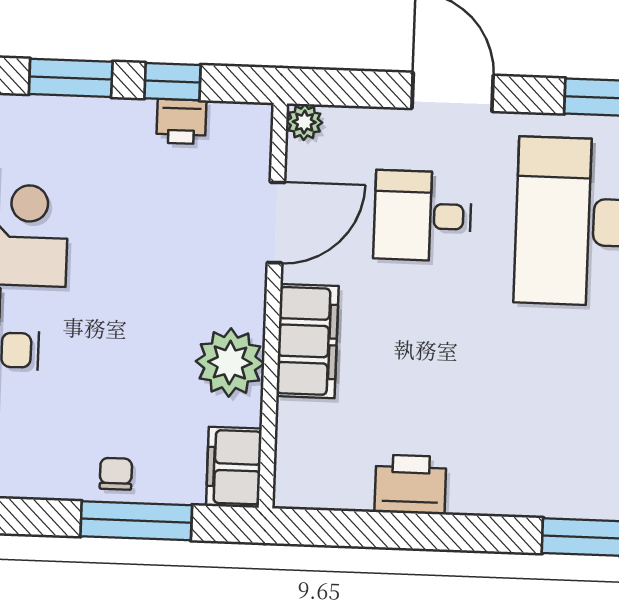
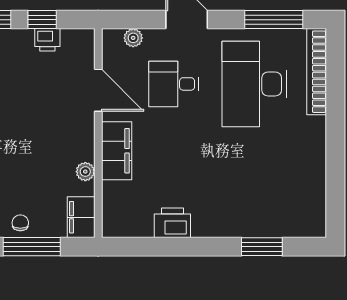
plant: (304, 122) -> (133, 38), moved
door: (276, 223) -> (98, 90), hinge flipped
plant: (230, 362) -> (85, 172), width x0.53, depth x0.53

